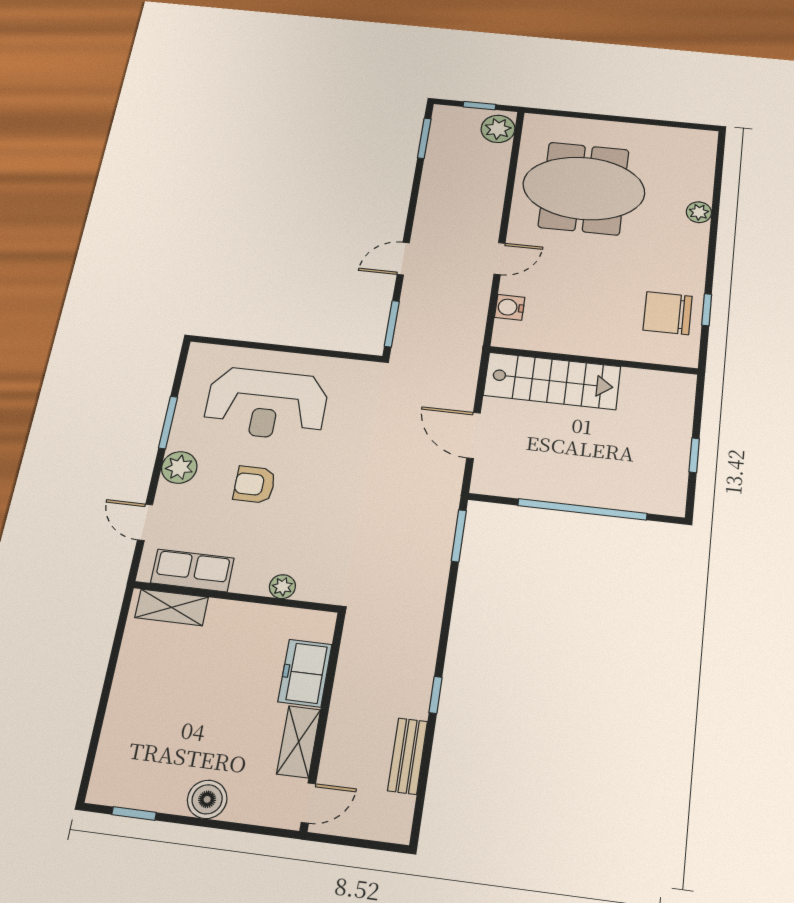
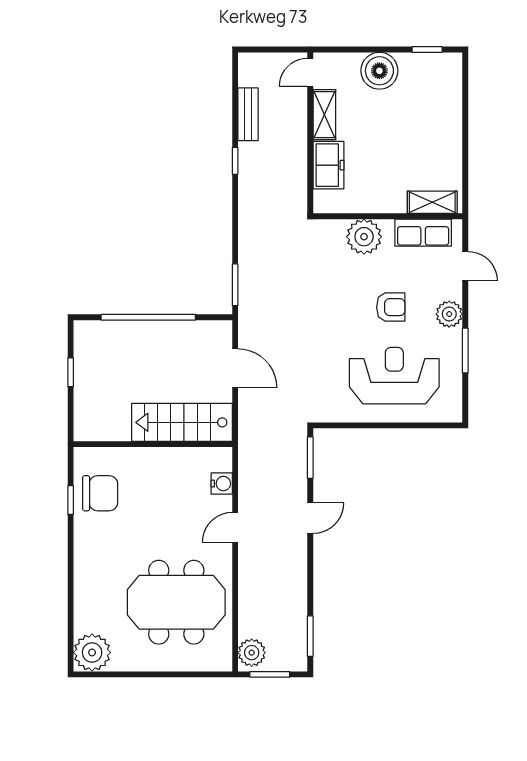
window: (479, 106) -> (270, 674), width x1.50
plant: (699, 212) -> (92, 652), moved, width x1.87, depth x1.87
plant: (282, 587) -> (364, 237), width x1.87, depth x1.87
boiler: (207, 799) -> (379, 71), width x1.37, depth x1.37

